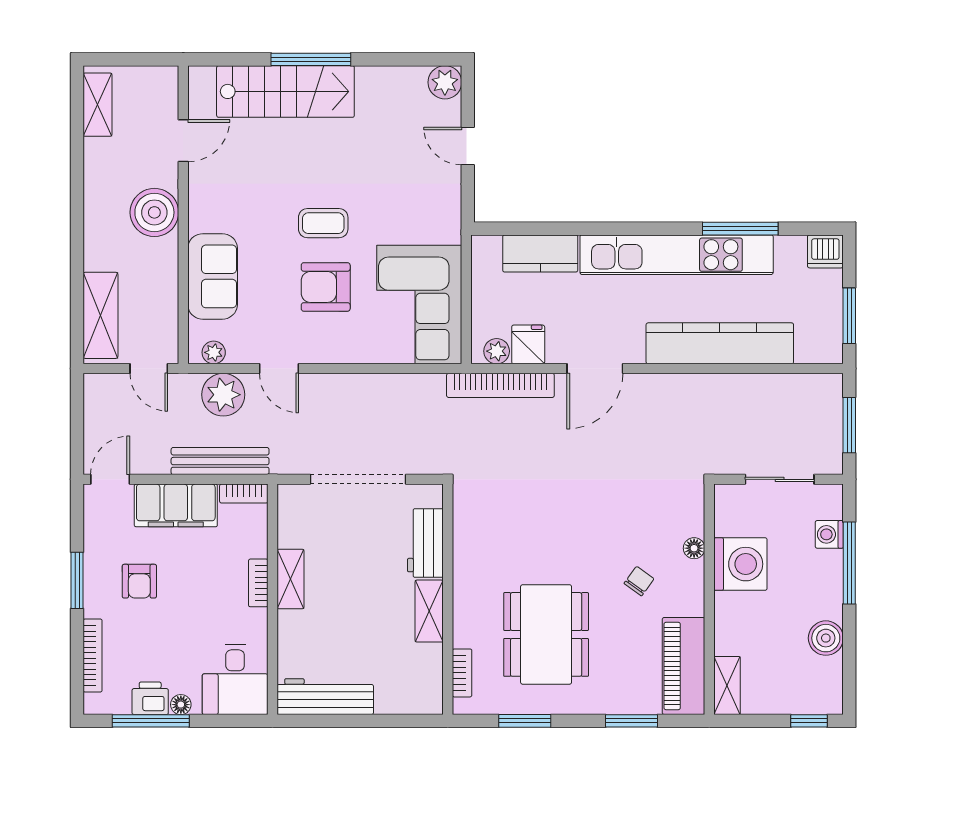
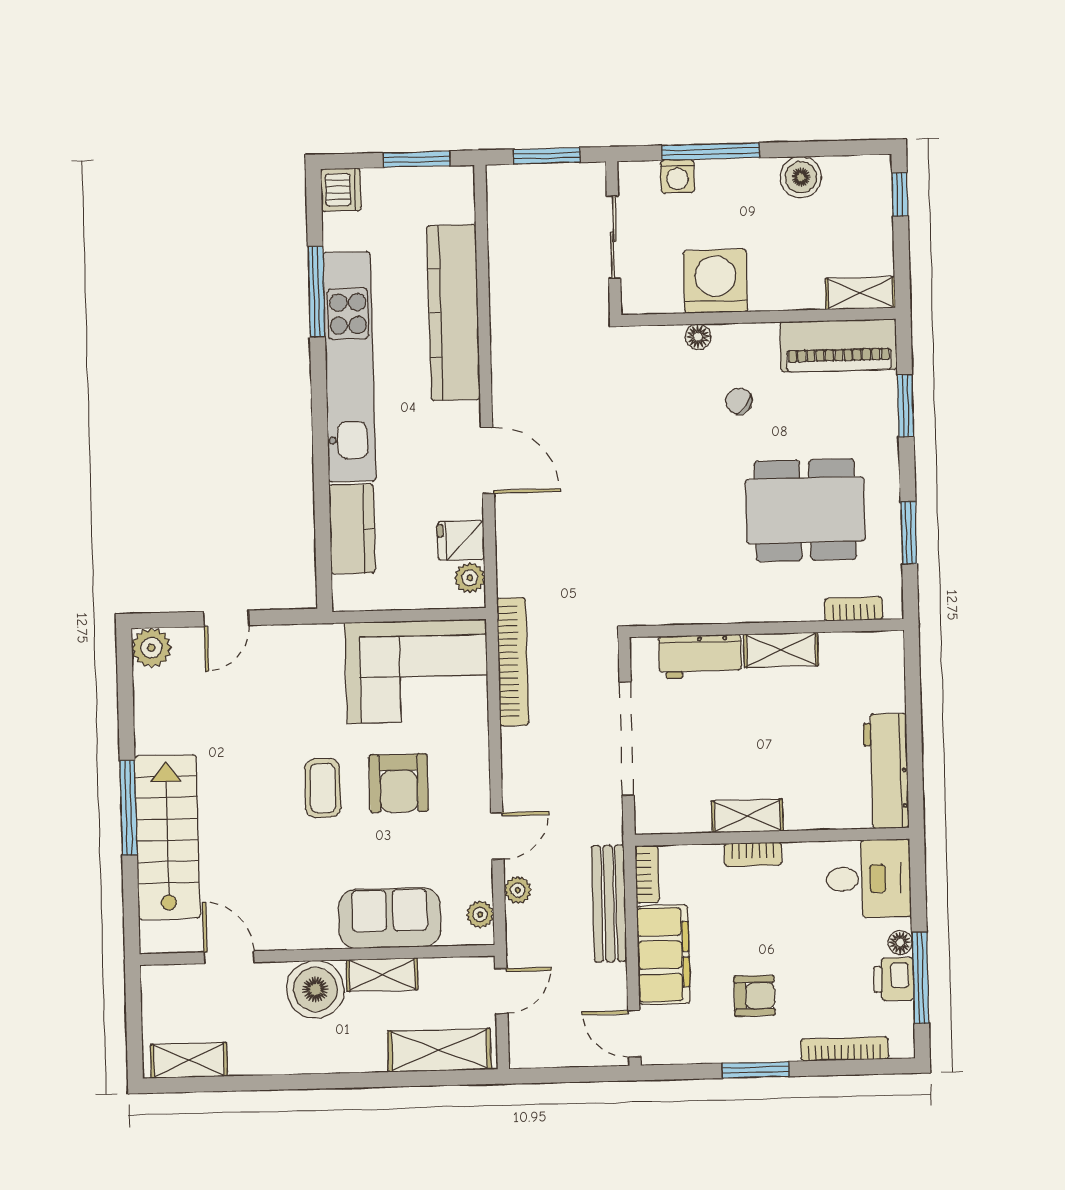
shelving: (165, 269) -> (382, 975), added
bookcase: (500, 385) -> (513, 662), moved
plant: (223, 395) -> (518, 890), width x0.53, depth x0.53

